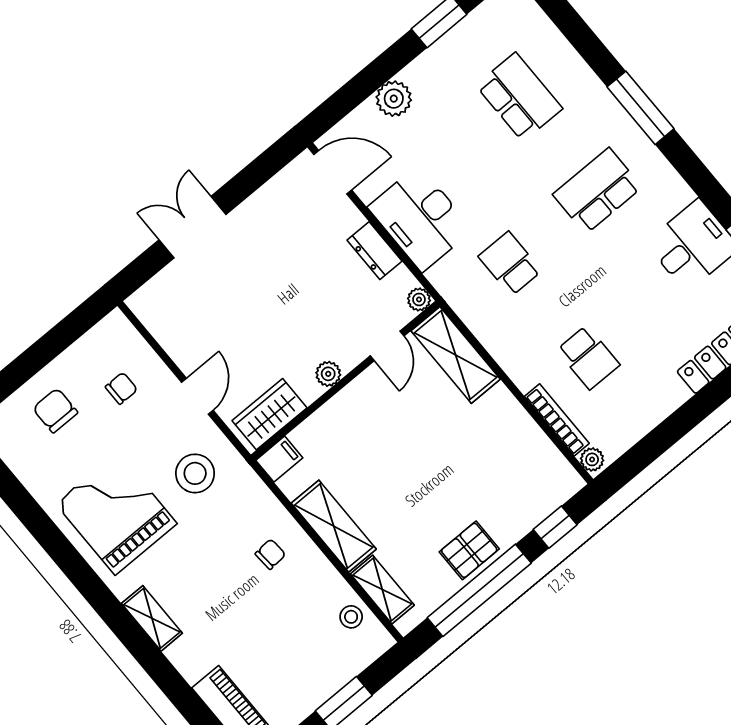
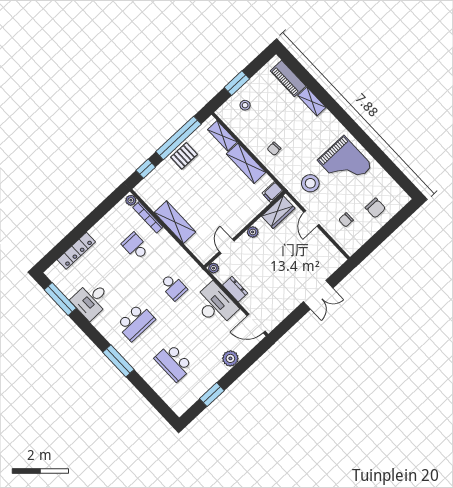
shelving: (456, 355) -> (175, 222), moved
stool: (351, 617) -> (245, 105), moved
shelving: (152, 618) -> (312, 101), moved

